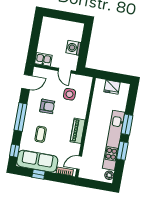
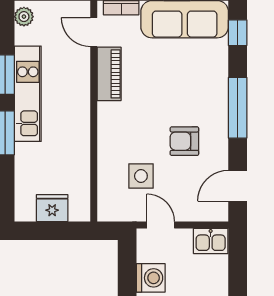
piano: (78, 131) -> (109, 74), moved
coffee table: (41, 134) -> (188, 78), removed
kitchen unit: (114, 140) -> (28, 94), width x0.73
door: (79, 163) -> (94, 32), swing flipped

